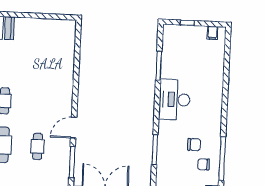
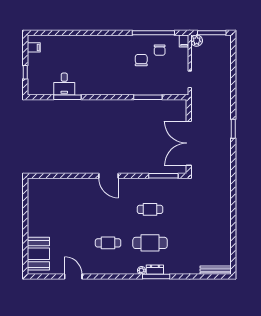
desk: (175, 100) -> (64, 84), moved, width x0.53, depth x0.77
door: (74, 128) -> (109, 176), moved

